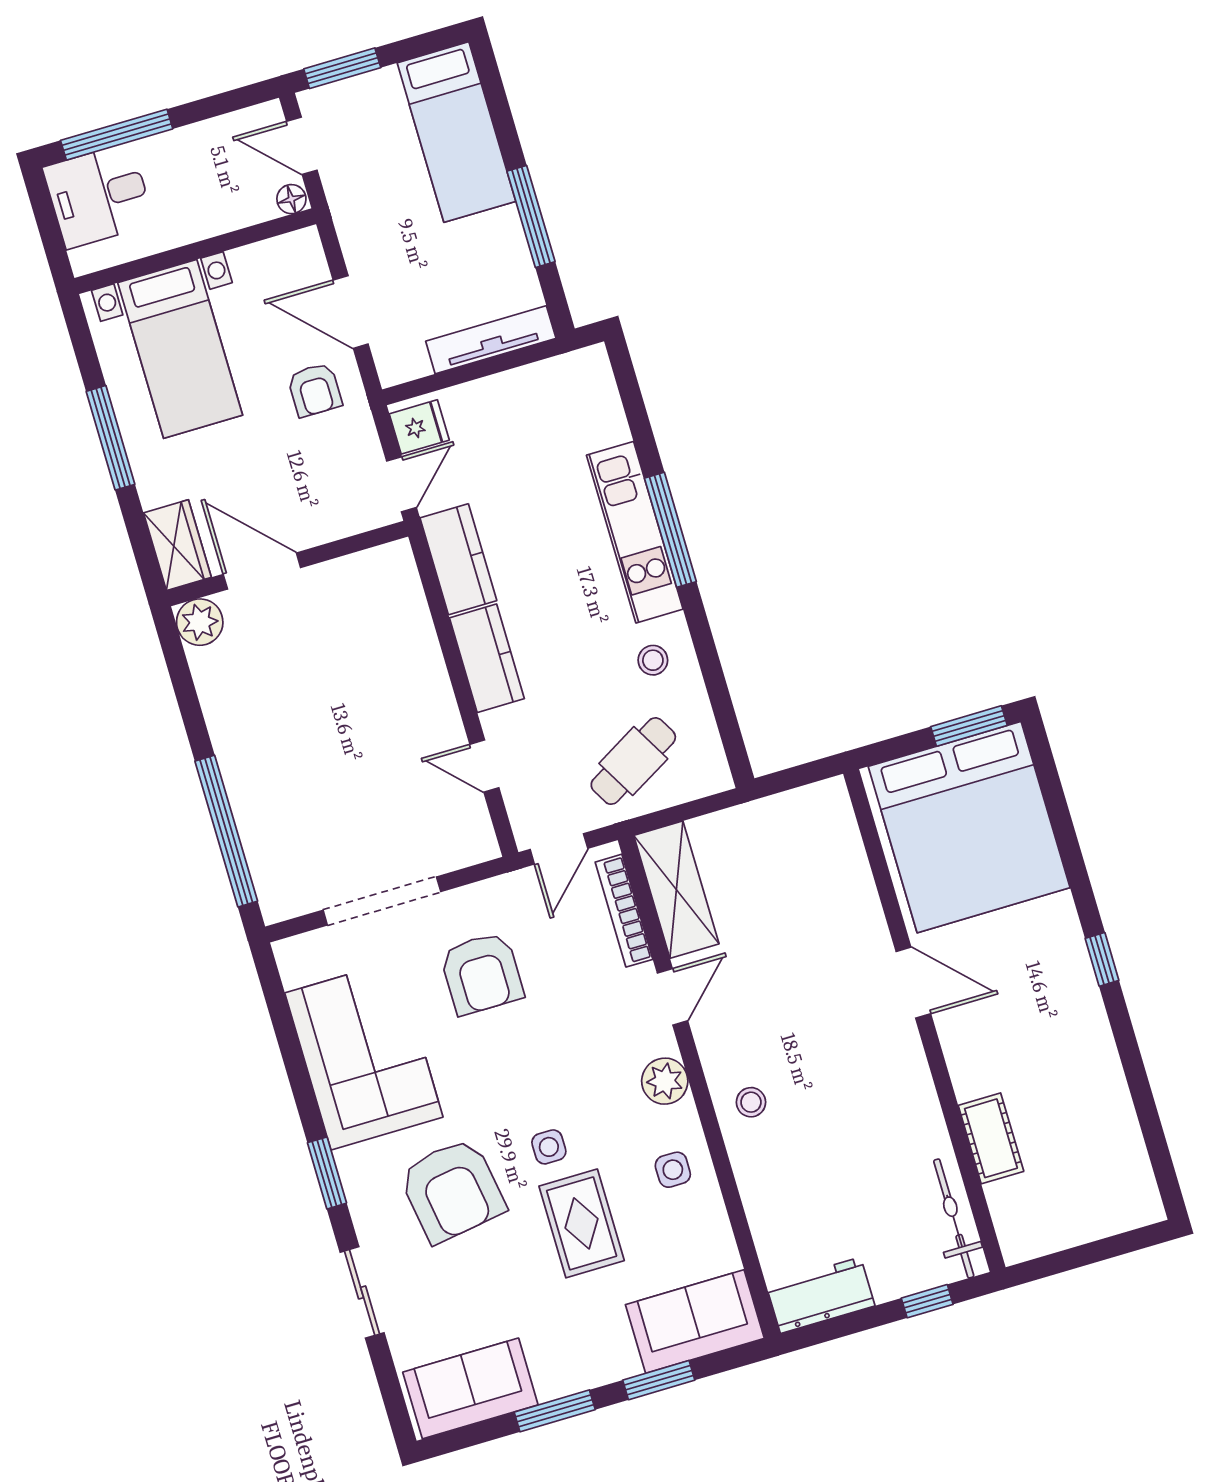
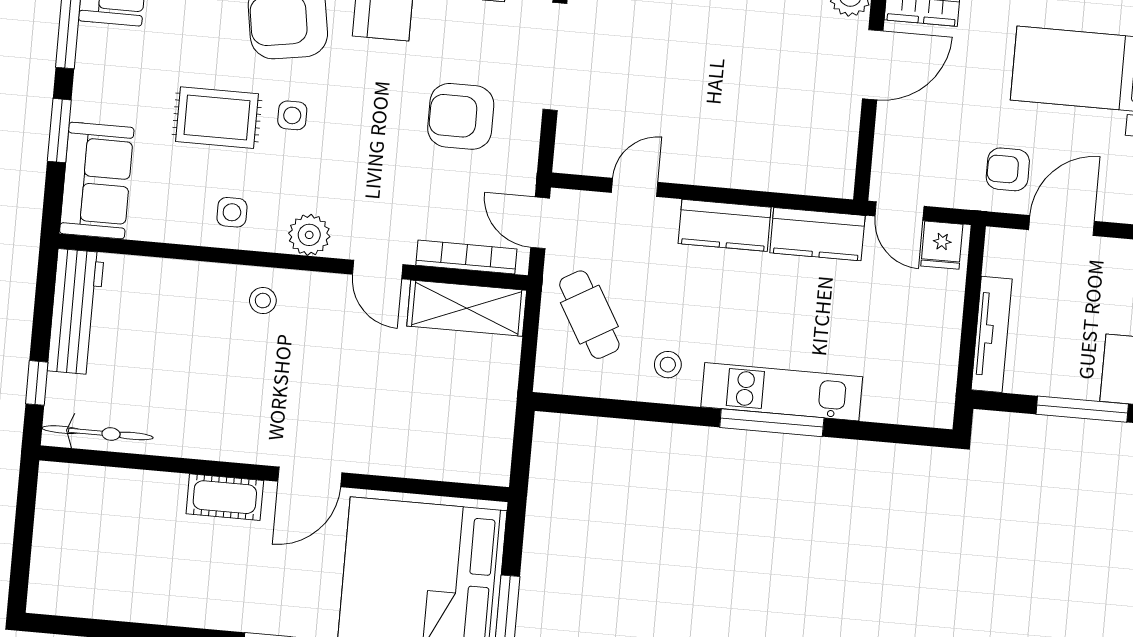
cot: (991, 1138) -> (225, 497), moved
workbench: (820, 1295) -> (76, 312), width x1.38

